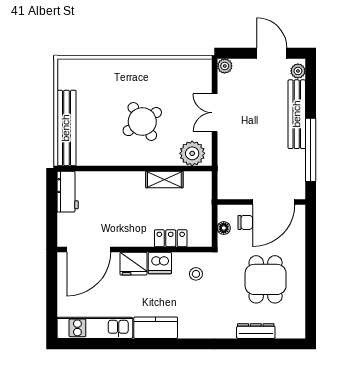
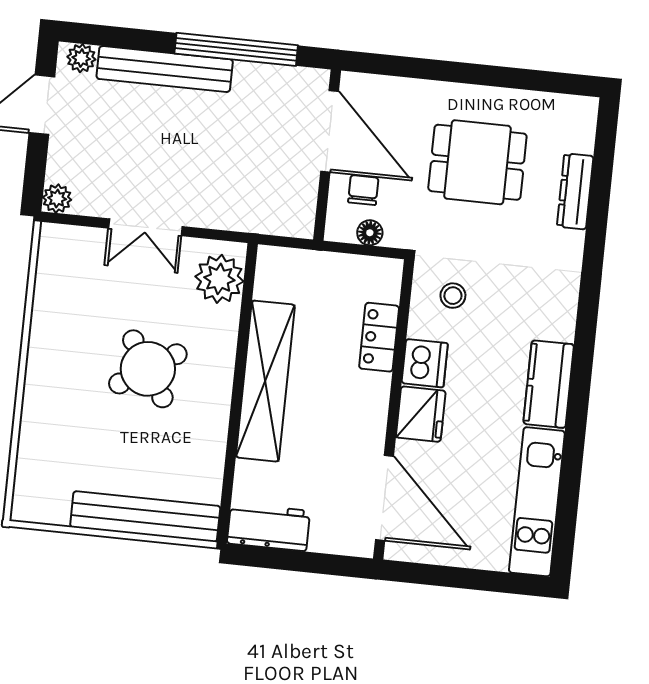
shelving: (164, 180) -> (265, 381), width x2.20, depth x1.33

